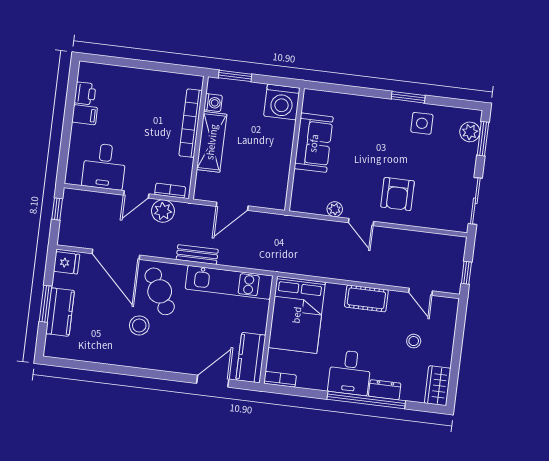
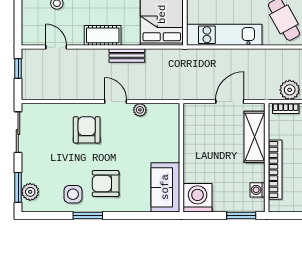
armchair: (384, 131) -> (106, 183), added
shelving: (212, 142) -> (255, 137), moved
sofa: (314, 143) -> (165, 187), moved
bench: (197, 255) -> (127, 56), moved

